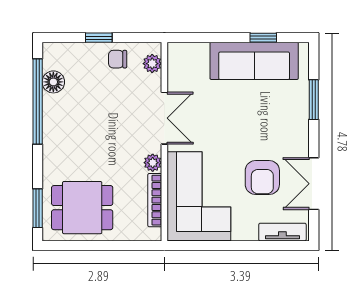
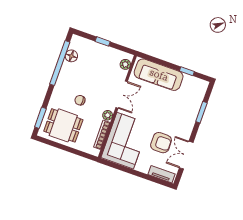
chair: (118, 59) -> (80, 100), moved
sofa: (254, 61) -> (159, 75), moved
armchair: (262, 177) -> (161, 143), turned -90

